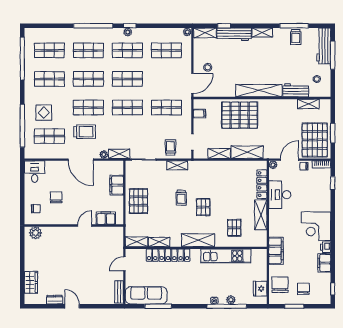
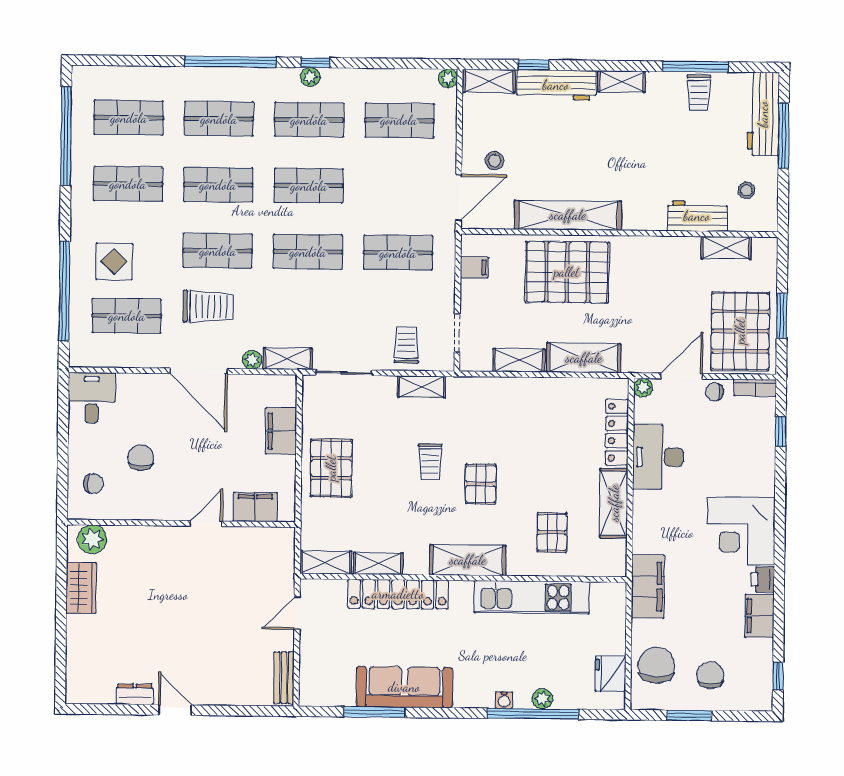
shelving: (259, 91) -> (568, 215), moved
wardrobe: (31, 282) -> (81, 588), moved
sofa: (146, 295) -> (404, 687), moved

